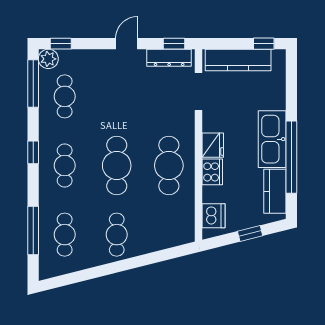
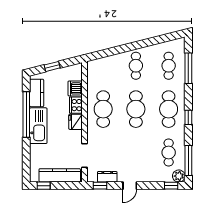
dresser: (169, 58) -> (107, 177), width x0.70
cafe table: (65, 166) -> (169, 109), width x1.37, depth x1.35
dishwasher: (214, 216) -> (75, 88), moved

